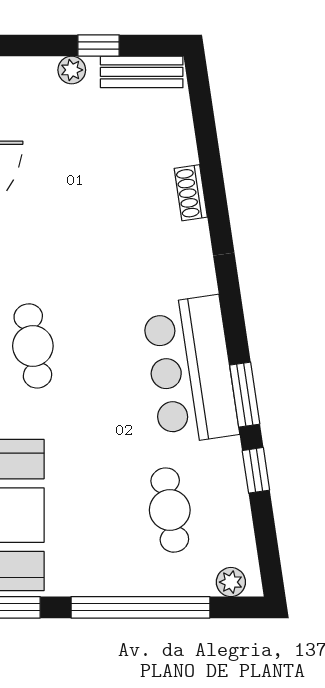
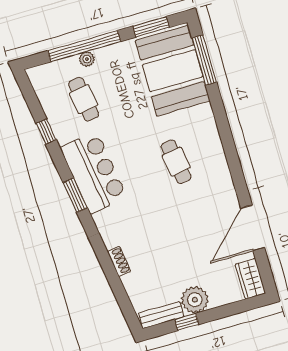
plant: (72, 70) -> (195, 300), width x1.88, depth x1.88
window: (245, 395) -> (75, 195), moved
plant: (231, 582) -> (87, 59), moved

